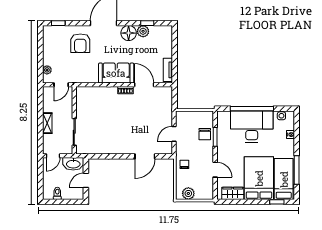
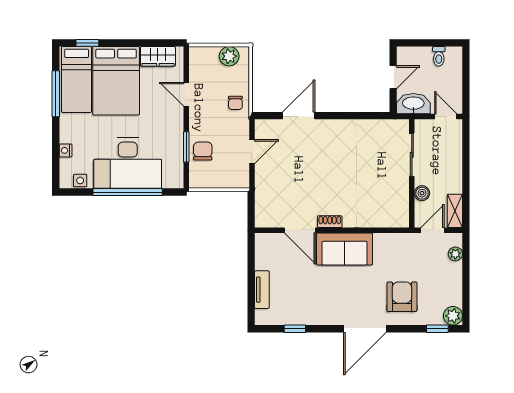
plant: (143, 31) -> (453, 316), moved
floor lamp: (129, 33) -> (325, 313), removed
tv unit: (168, 70) -> (262, 290), moved
boiler: (68, 108) -> (422, 193), added
shelving: (47, 123) -> (455, 211), moved
door: (53, 156) -> (446, 117), hinge flipped

